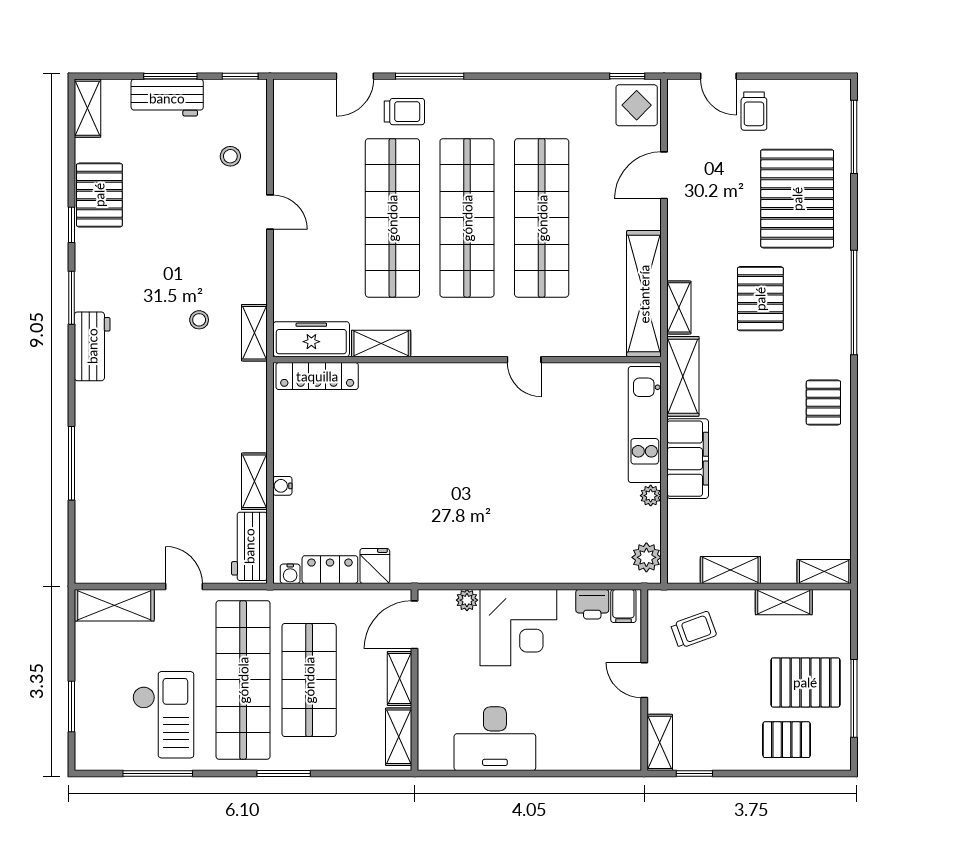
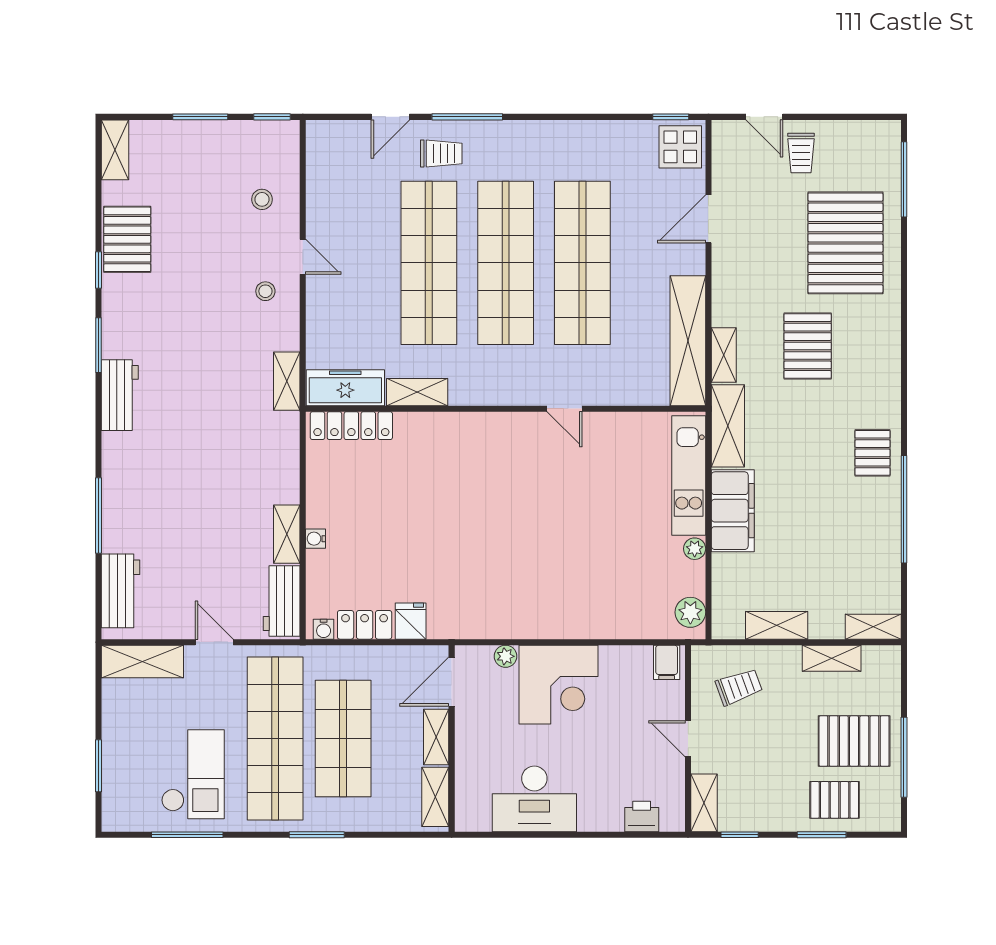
workbench: (167, 98) -> (121, 591), moved, turned -90
window: (854, 302) -> (904, 509), moved
stool: (199, 320) -> (265, 291), moved
printer: (592, 604) -> (642, 817), moved, turned 180
window: (774, 774) -> (822, 835), added

